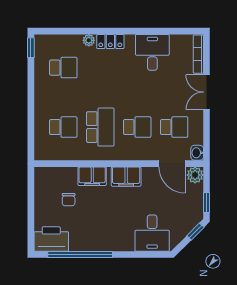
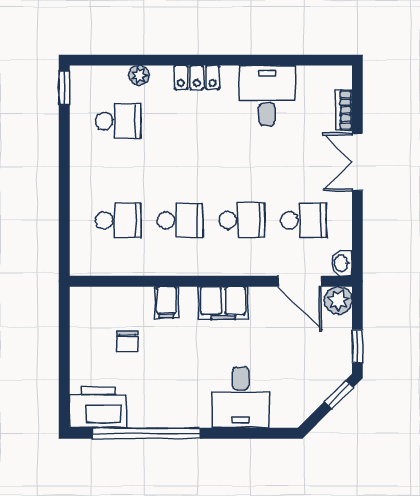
plant: (89, 40) -> (139, 75), moved
bookcase: (198, 54) -> (344, 110), width x0.64
school desk: (100, 127) -> (180, 220), width x0.54
filing cabinet: (92, 176) -> (166, 302), width x0.50
desk: (152, 233) -> (241, 397), moved

